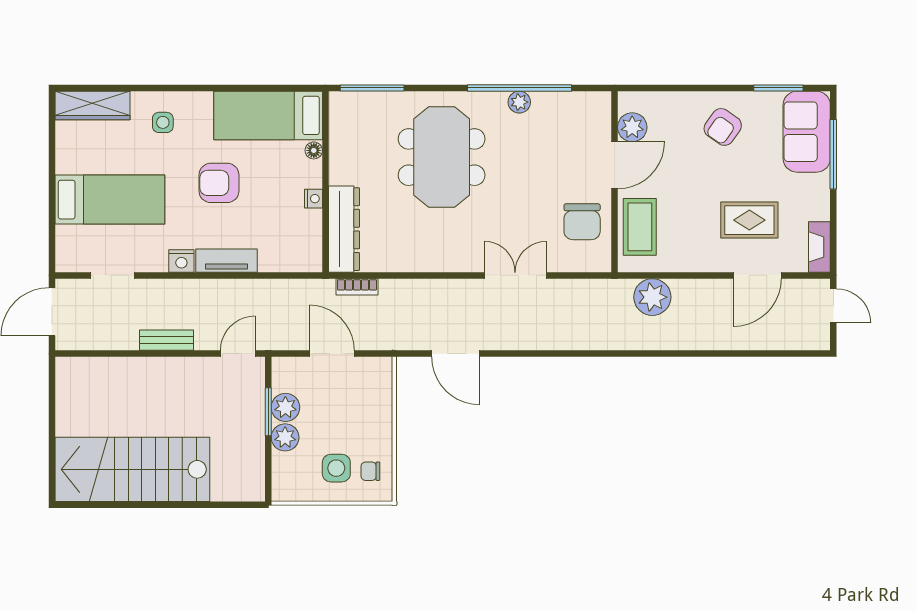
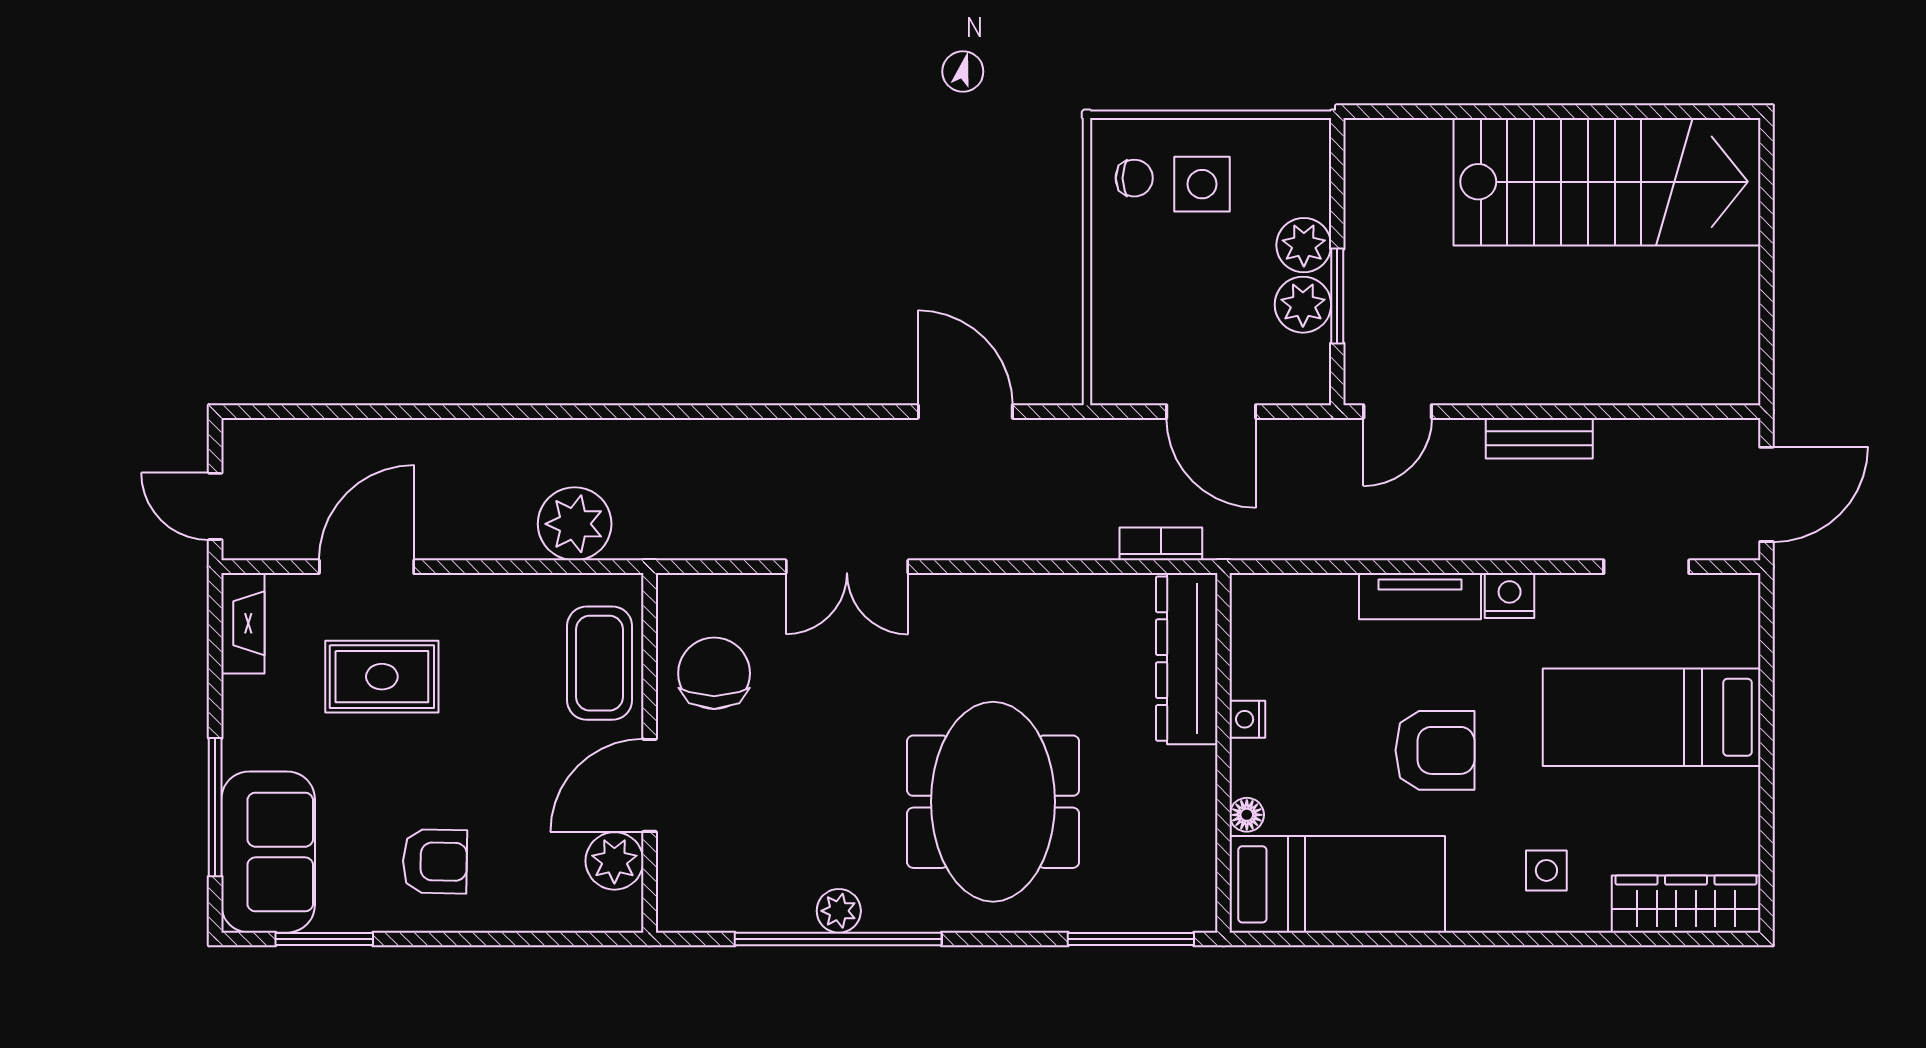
armchair: (723, 127) -> (435, 861), turned 56

